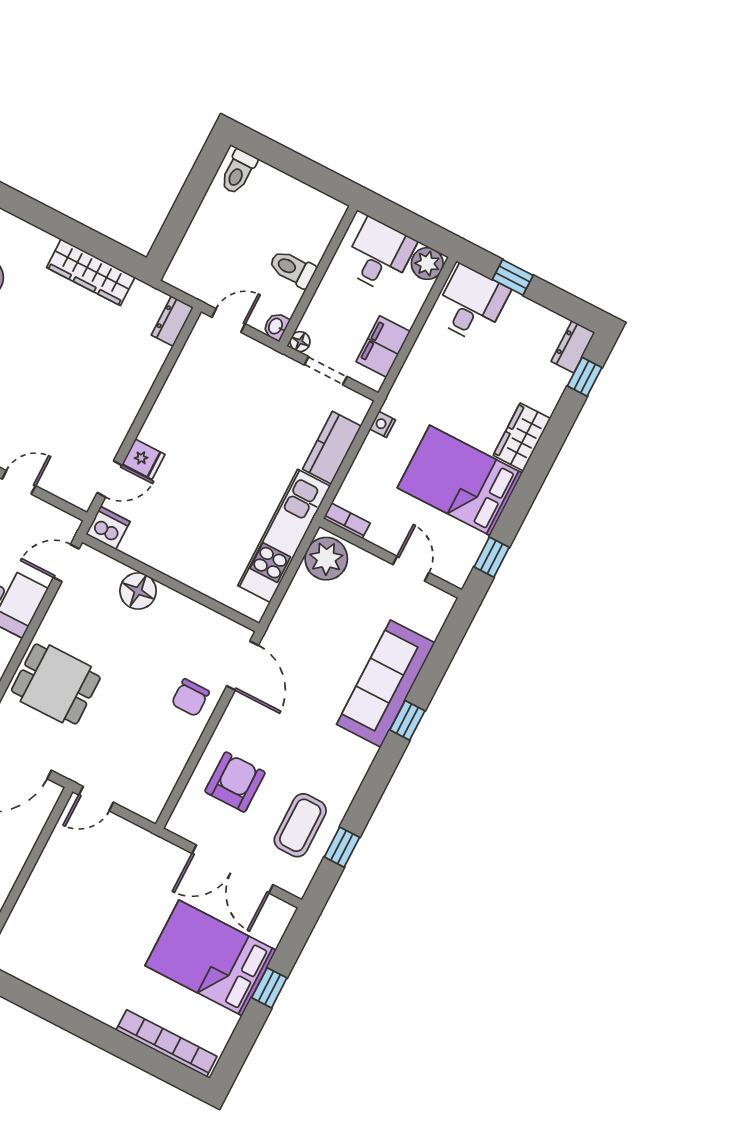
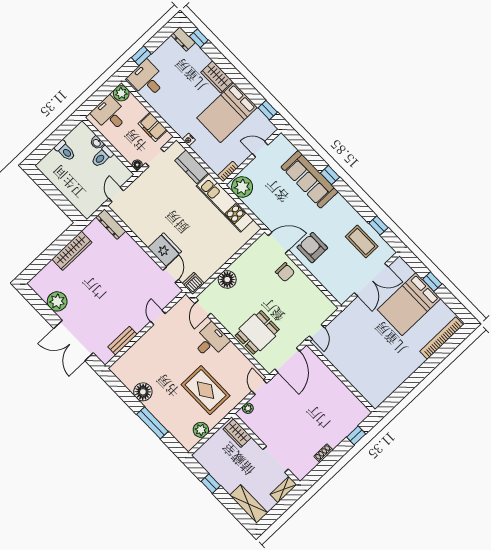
toilet: (238, 172) -> (65, 151), moved
dresser: (172, 321) -> (111, 224), width x1.44
washbasin: (276, 326) -> (97, 143), moved
fridge: (144, 459) -> (165, 250), width x1.88, depth x1.34
armchair: (235, 782) -> (312, 248), moved

